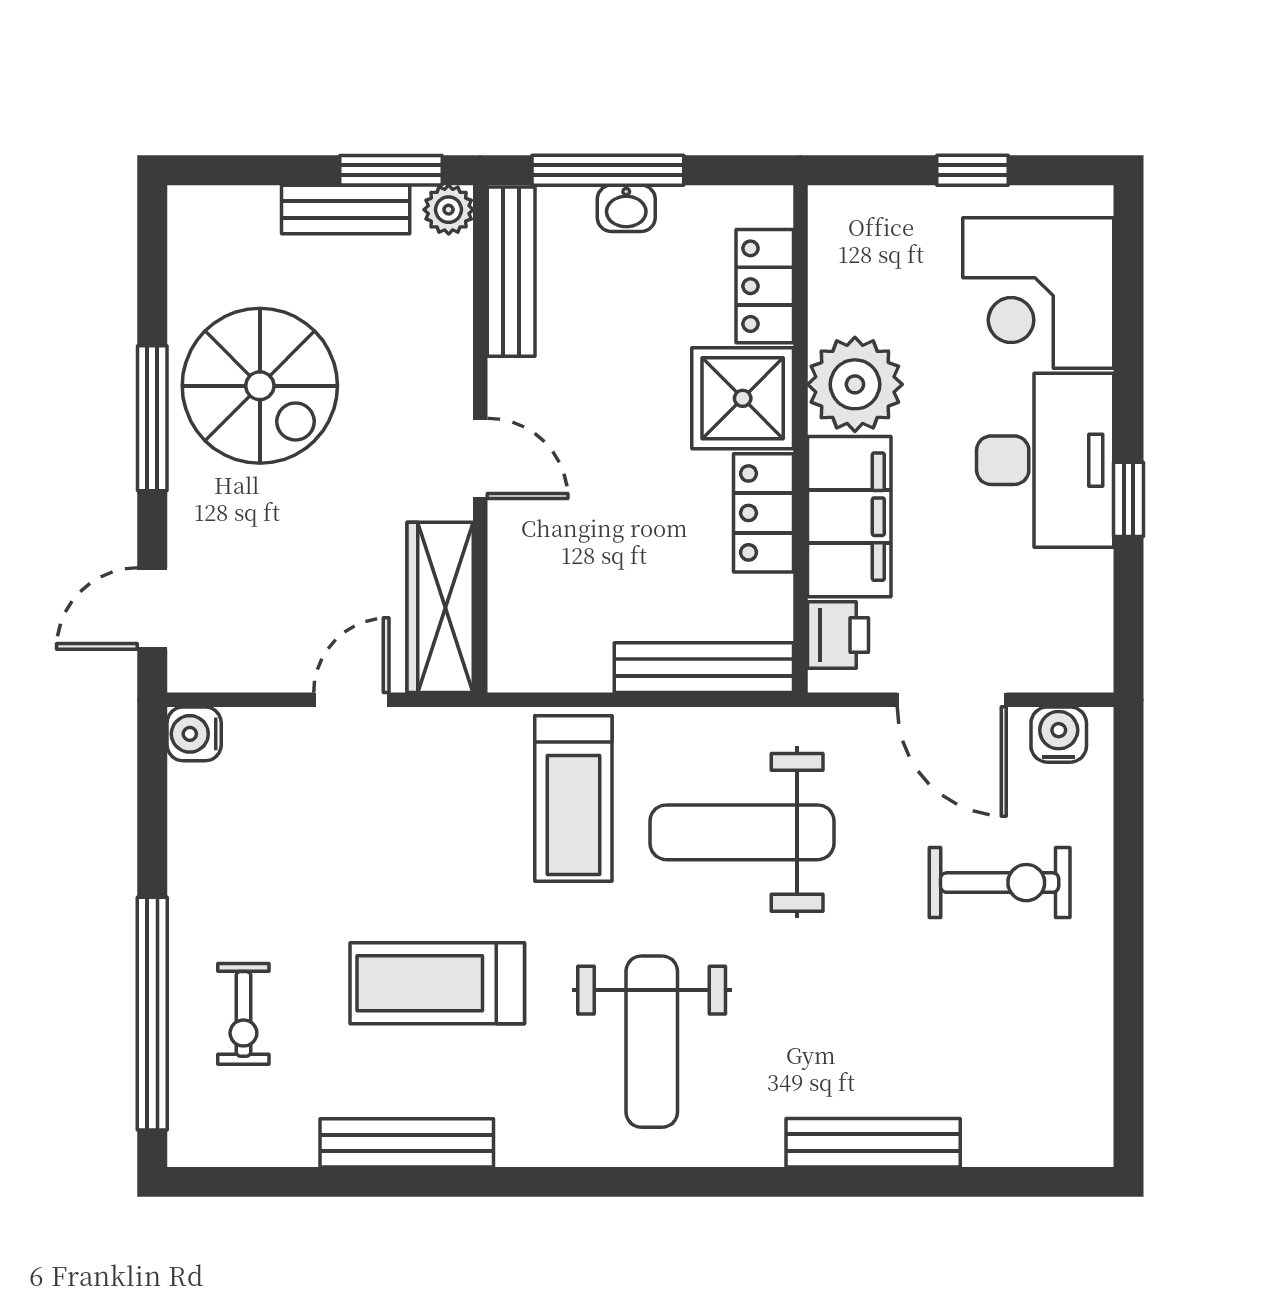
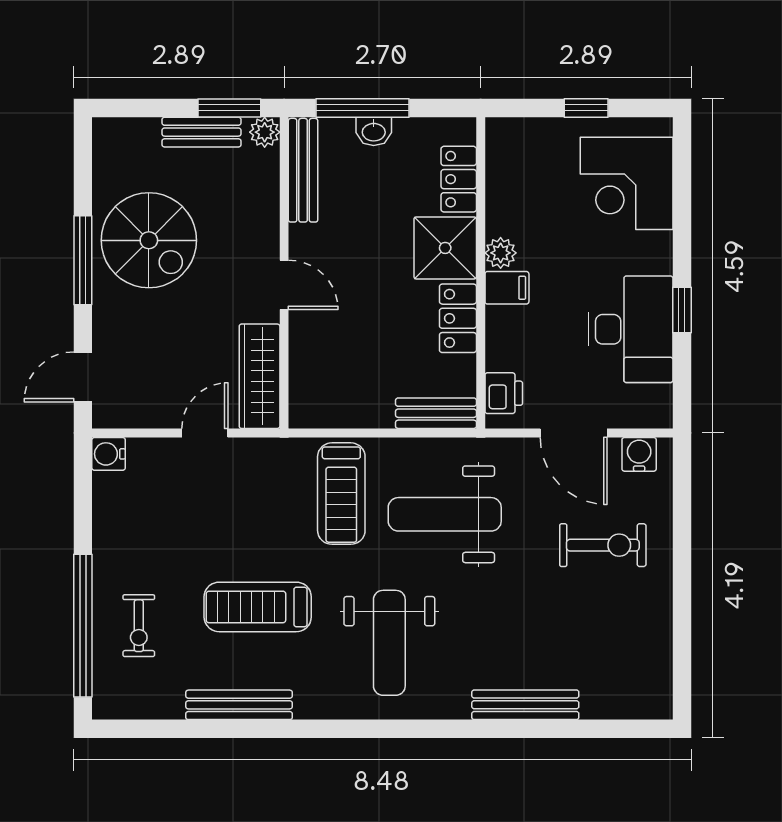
plant: (855, 384) -> (501, 253), width x0.53, depth x0.53
desk: (1045, 460) -> (631, 329), moved
filing cabinet: (849, 517) -> (507, 288), width x0.33, depth x0.86
bench: (704, 668) -> (436, 413), width x0.73

